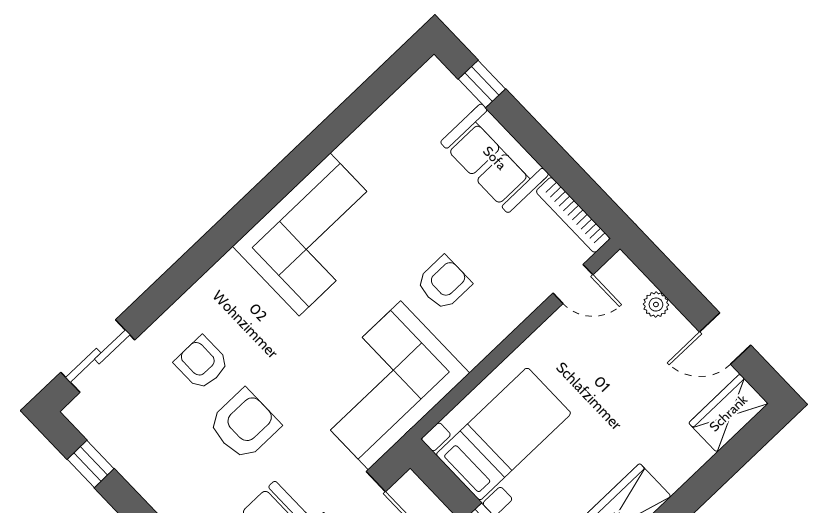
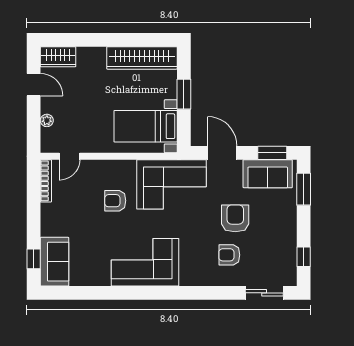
sofa: (495, 158) -> (55, 262), moved
door: (573, 284) -> (69, 156), swing flipped
armchair: (202, 363) -> (229, 255), turned 90
armchair: (244, 424) -> (235, 218), turned 90

